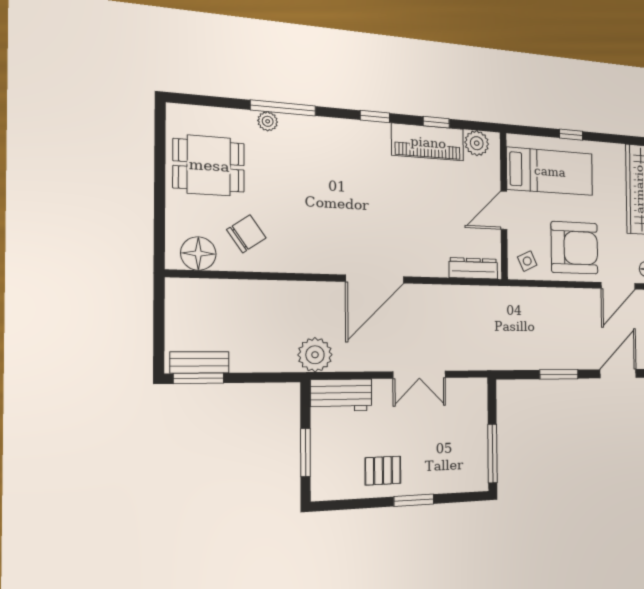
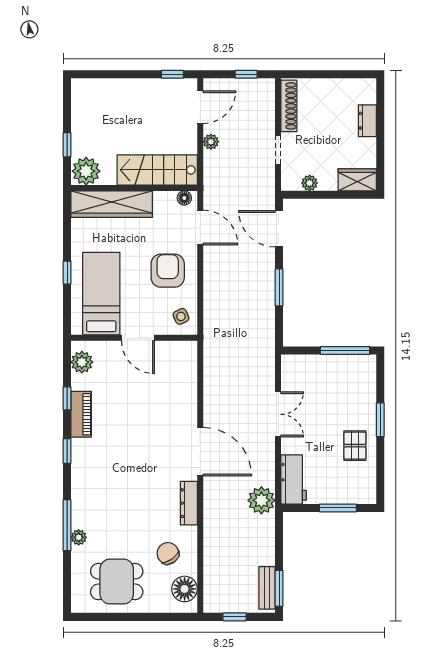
piano: (428, 142) -> (81, 414), width x0.73, depth x0.75
dining table: (209, 165) -> (117, 582), turned 90
armchair: (574, 248) -> (168, 271), width x0.73, depth x0.73
dresser: (473, 268) -> (189, 503), moved
window: (159, 319) -> (235, 617), added

